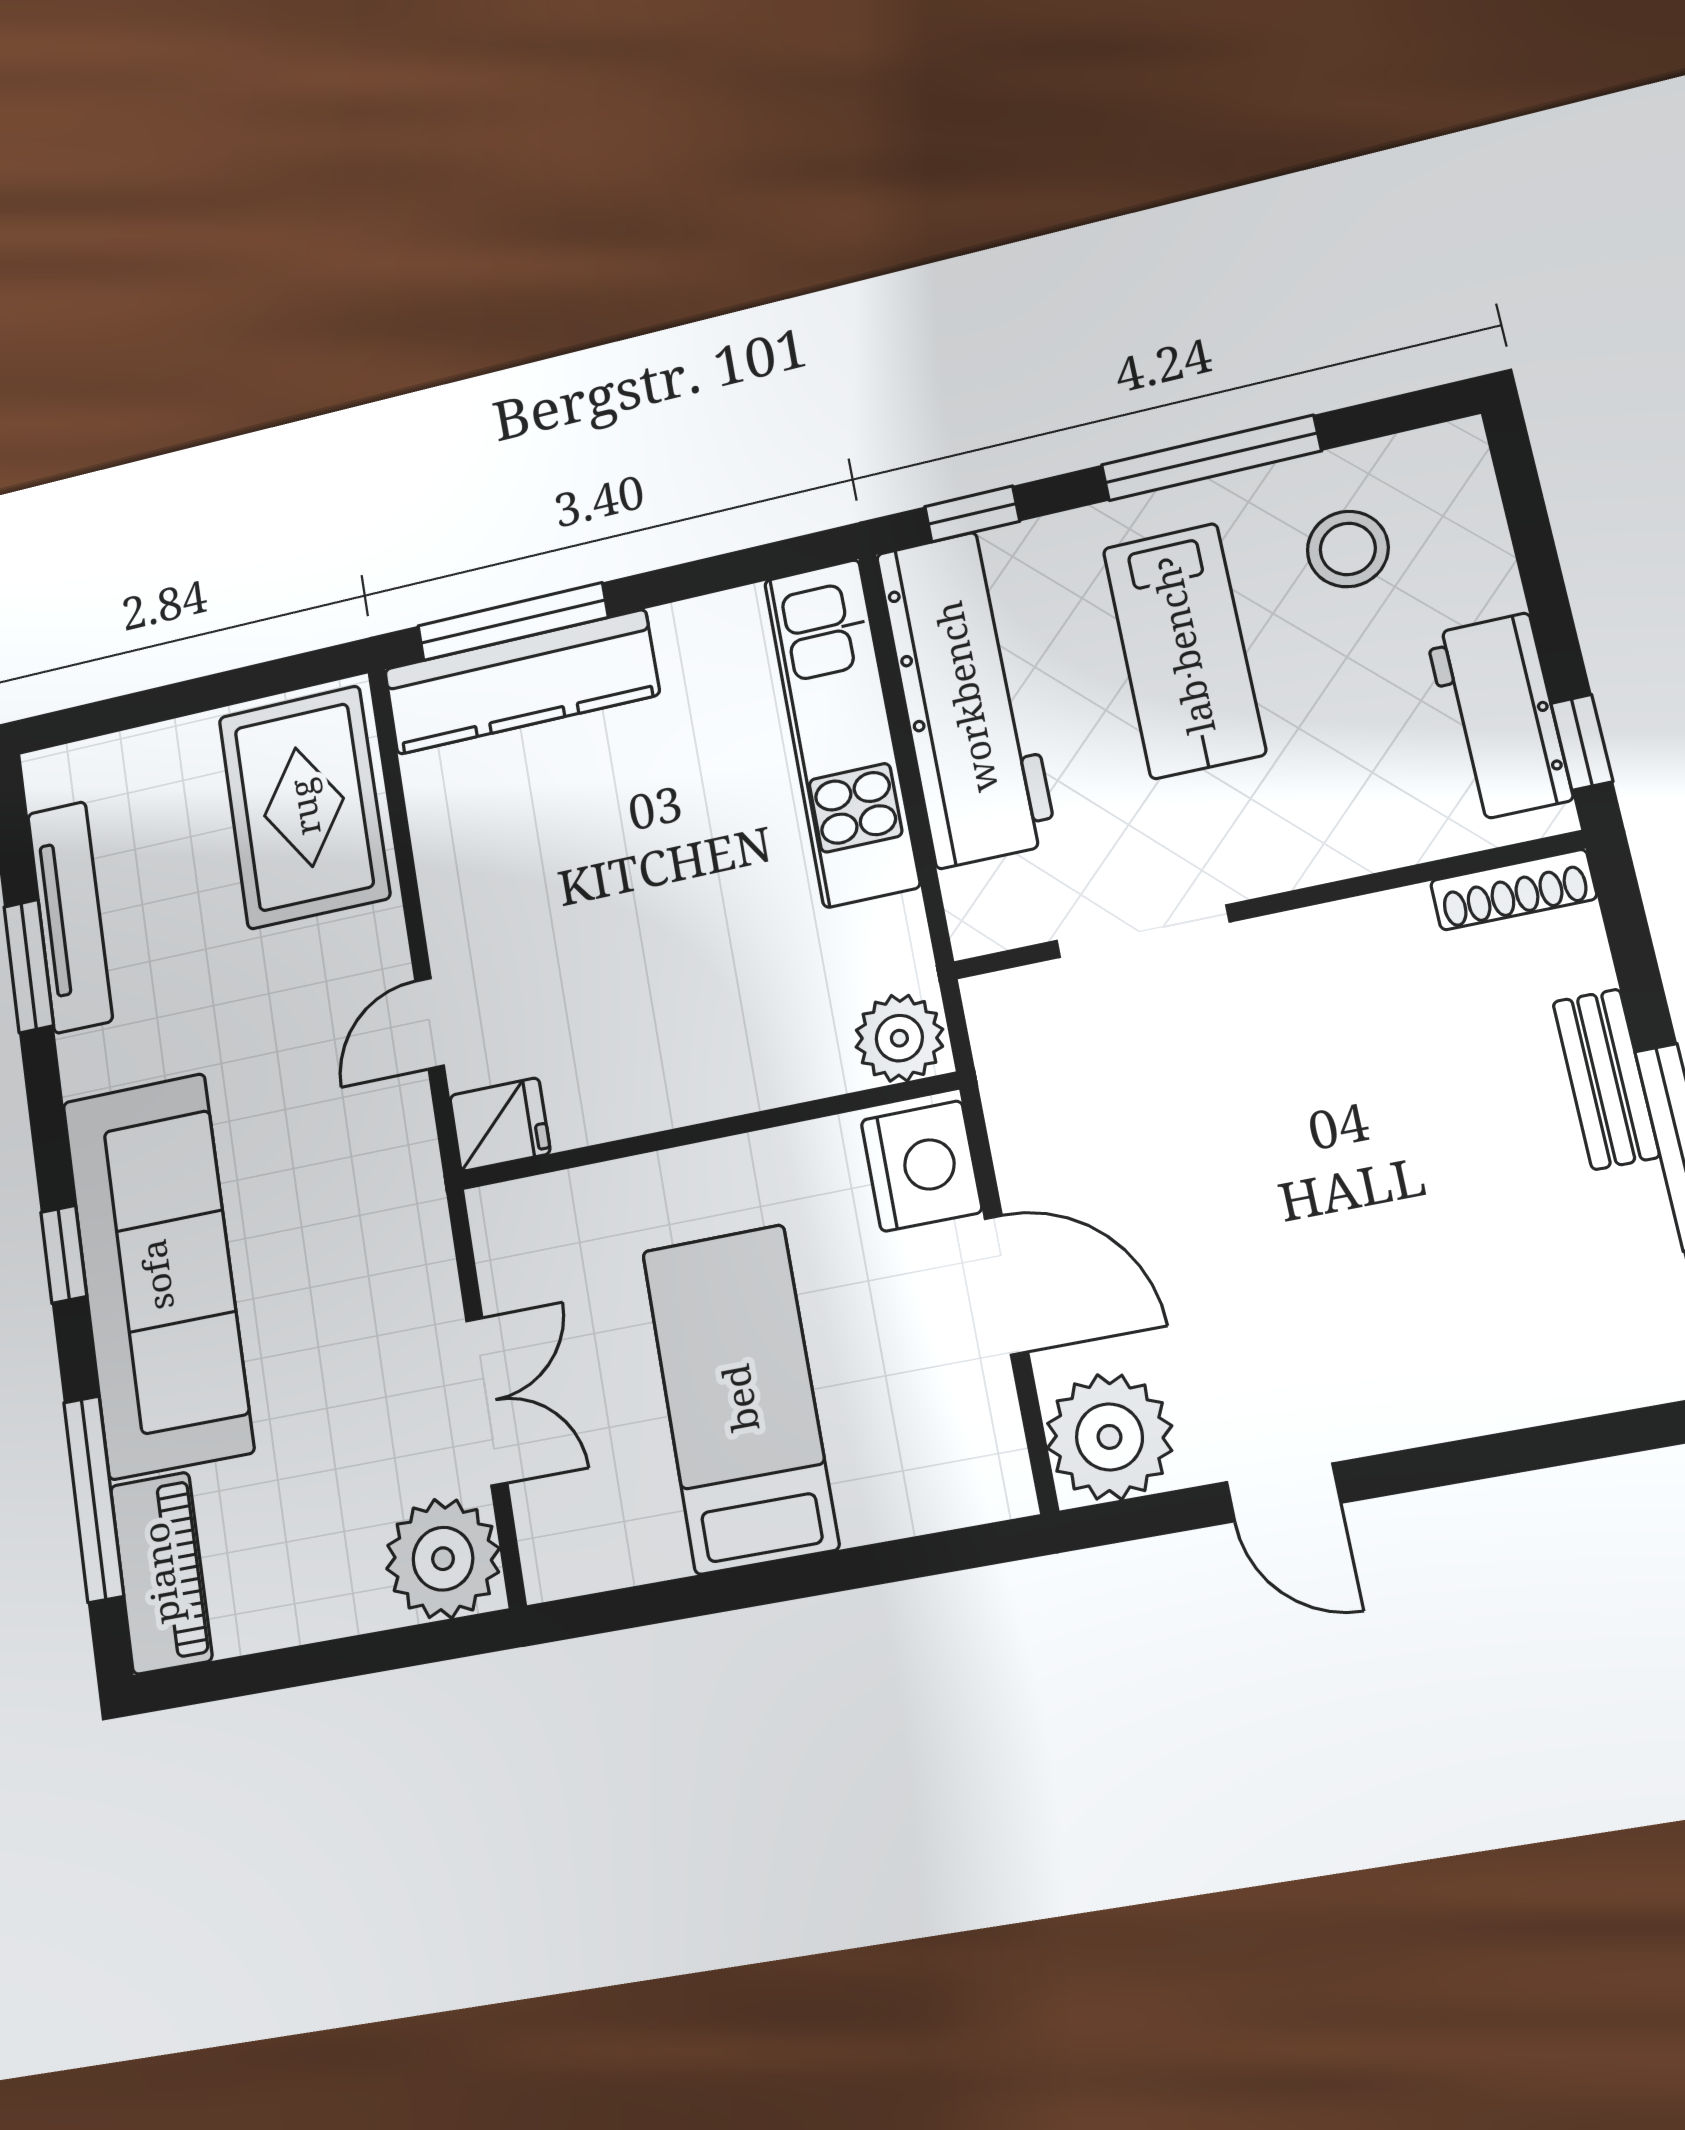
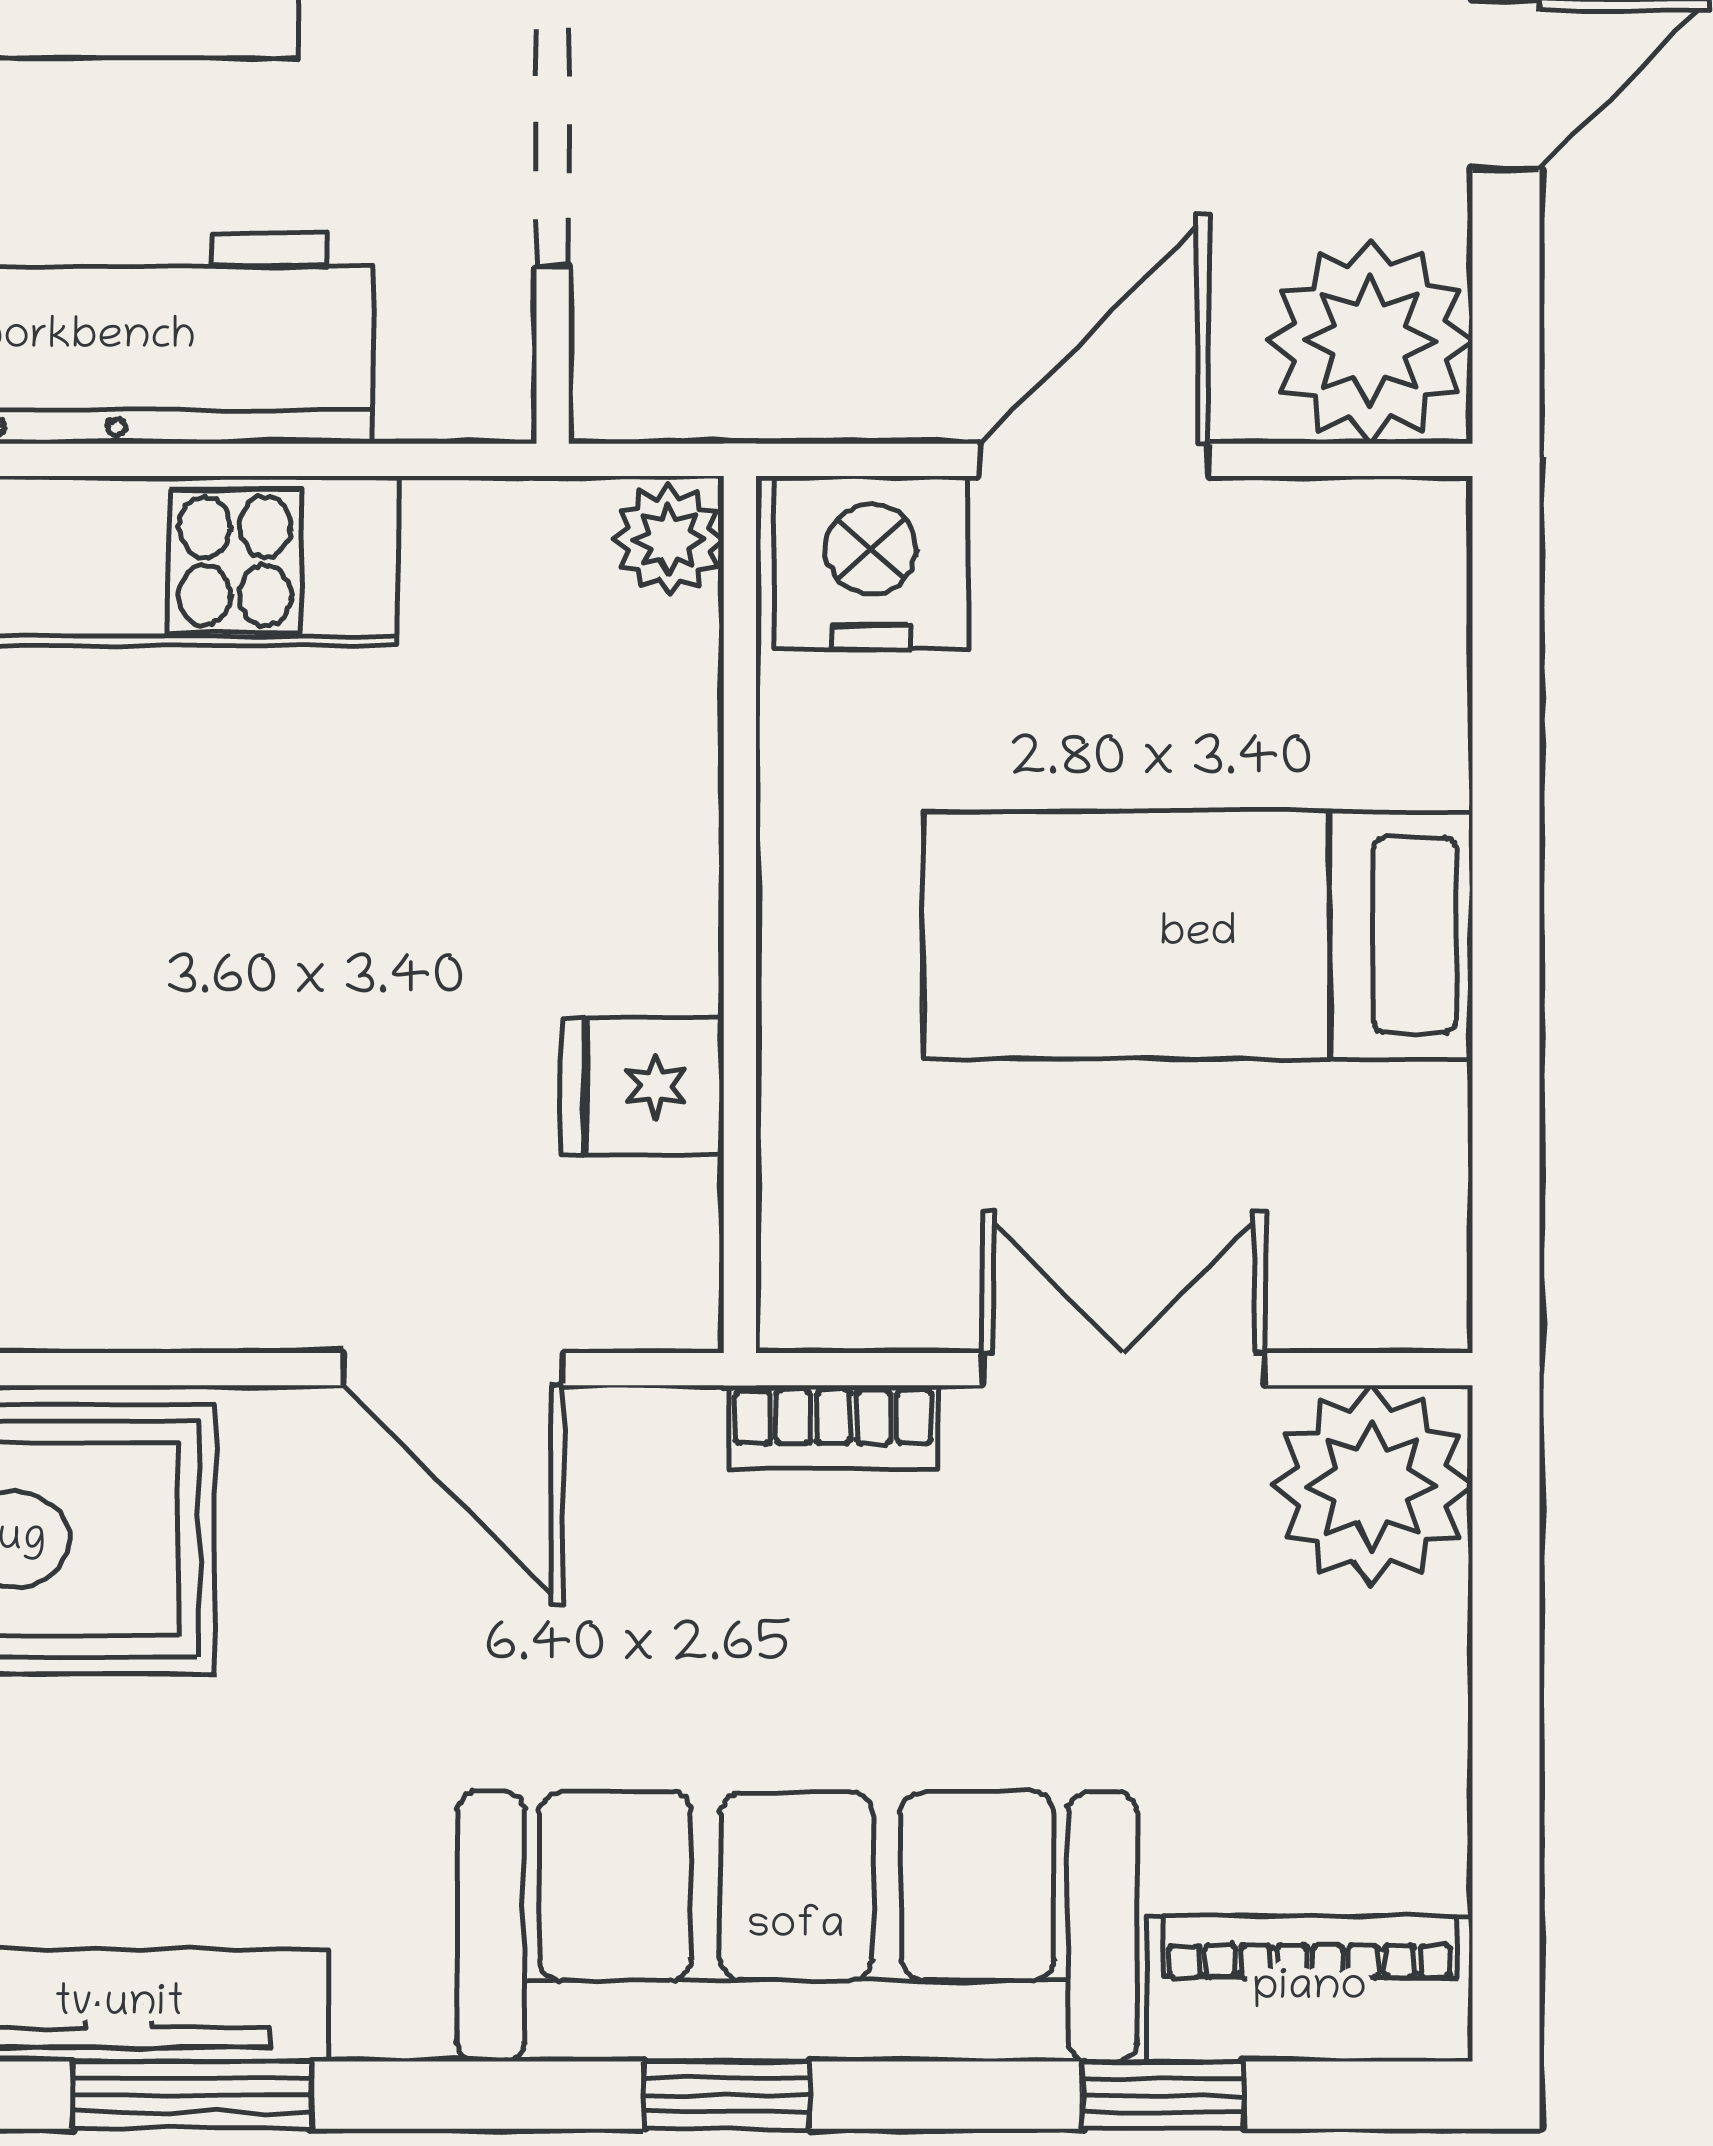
door: (430, 1023) -> (453, 1369), width x1.38
plant: (899, 1038) -> (669, 539), width x0.73, depth x0.73
fridge: (500, 1124) -> (642, 1086), moved, turned -90
bookcase: (430, 1242) -> (833, 1427), added
window: (94, 1499) -> (1163, 2095), width x0.46

